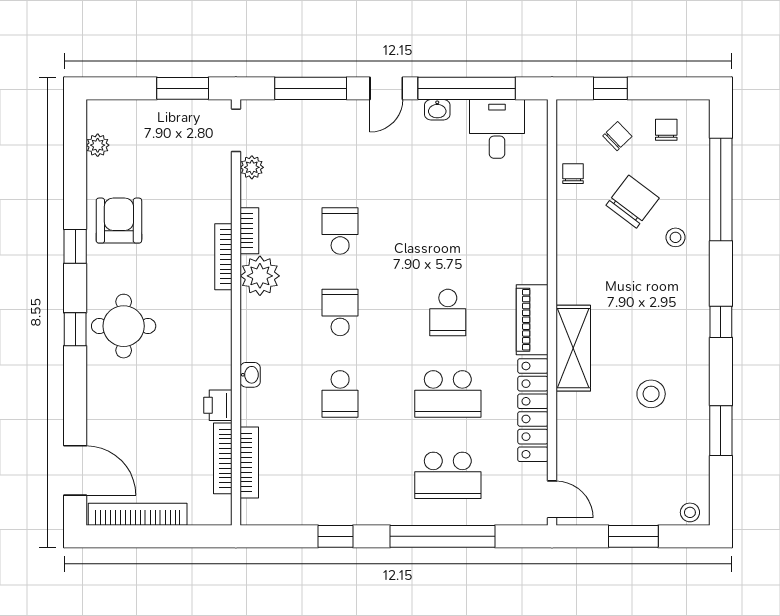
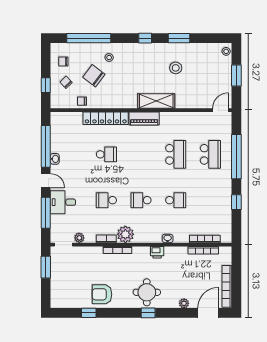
desk: (497, 129) -> (63, 202), moved
plant: (98, 145) -> (184, 303), moved
window: (75, 246) -> (89, 313), moved
school desk: (448, 312) -> (106, 154), moved
printer: (218, 405) -> (157, 252), moved
locker: (533, 410) -> (106, 118), moved
window: (721, 431) -> (179, 38), moved

